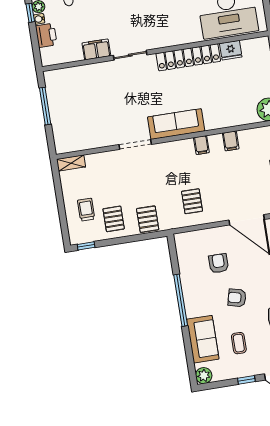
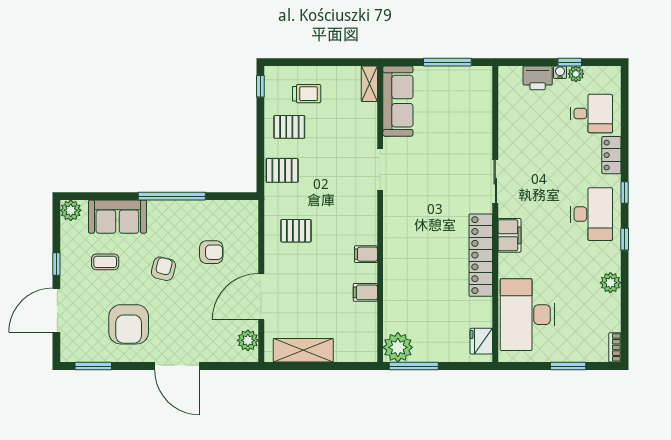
filing cabinet: (96, 49) -> (509, 235), moved
fridge: (231, 50) -> (481, 341), moved
sofa: (176, 124) -> (398, 101), moved

